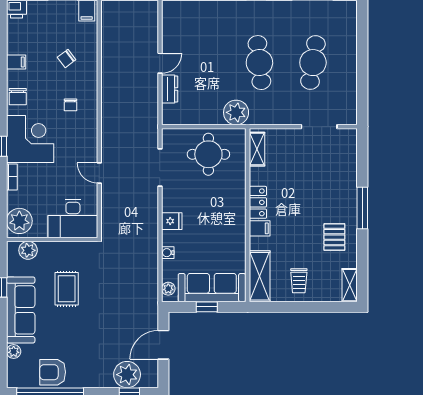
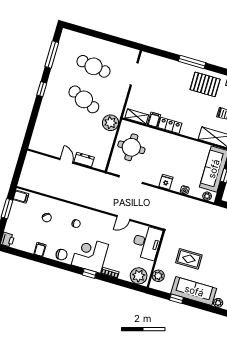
cafe table: (259, 63) -> (84, 99), turned 30
filing cabinet: (260, 228) -> (154, 120), moved
pallet: (334, 237) -> (205, 84), width x1.50, depth x1.42

